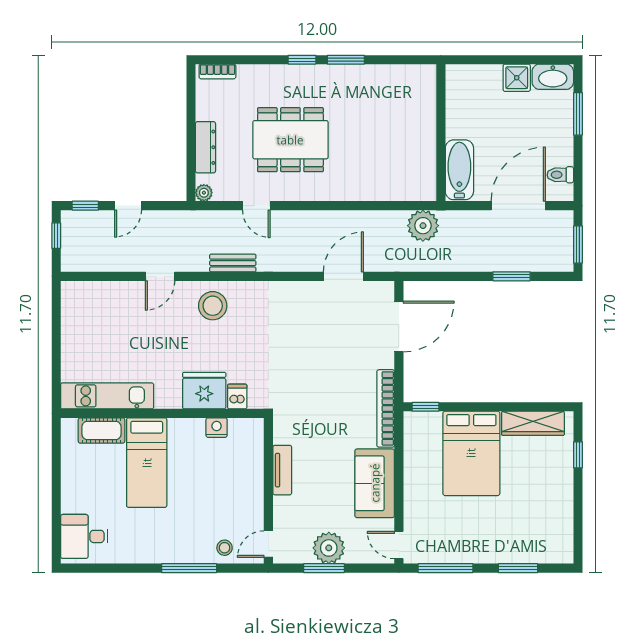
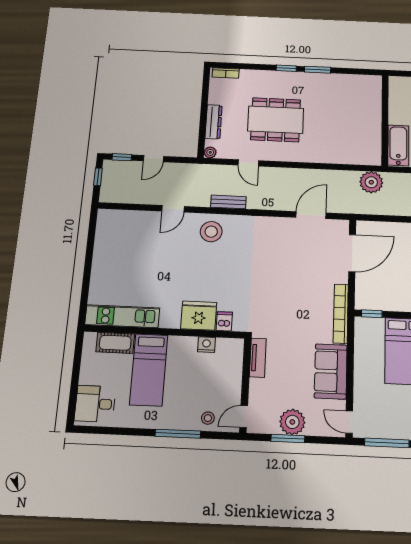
fridge: (204, 391) -> (199, 316), moved
kitchen unit: (107, 396) -> (122, 316), moved
dishwasher: (237, 397) -> (224, 321), moved
wall: (162, 413) -> (164, 332), moved
nightstand: (217, 428) -> (206, 345), moved
cot: (101, 430) -> (115, 343), moved
bed: (147, 463) -> (149, 370), moved

